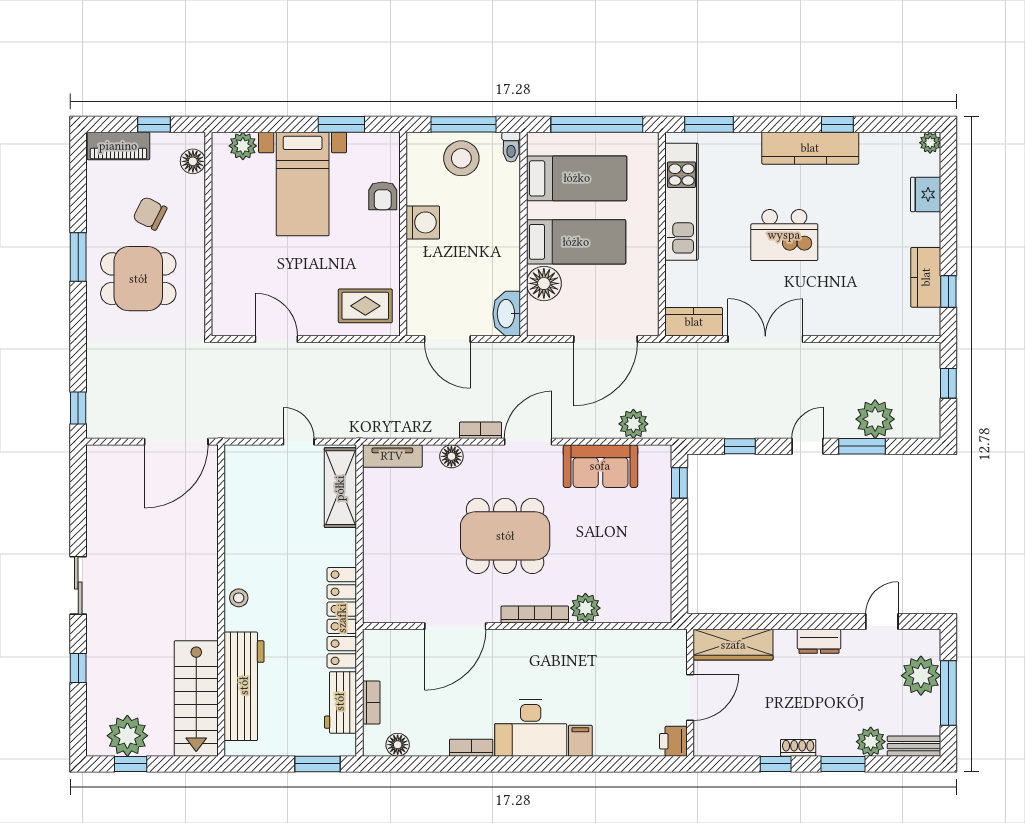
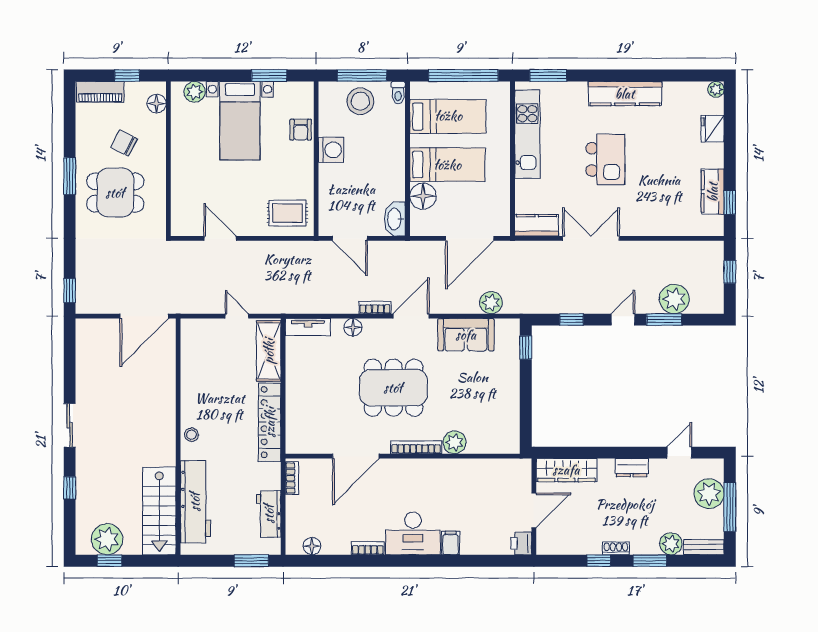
window: (837, 124) -> (646, 75), removed
kitchen island: (784, 235) -> (605, 159), turned -90
locker: (342, 618) -> (270, 422), moved
bookcase: (371, 703) -> (292, 478), moved

